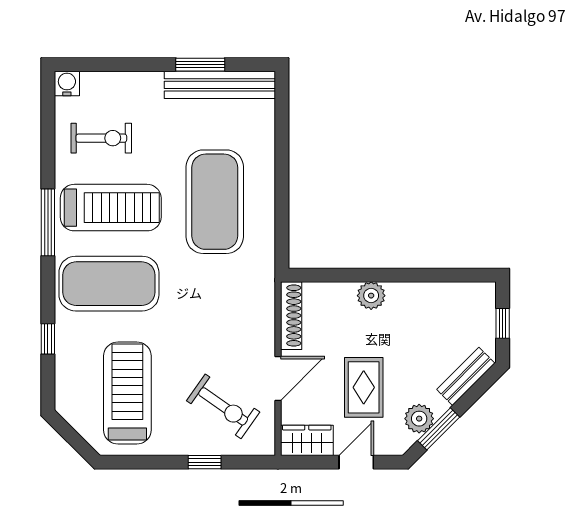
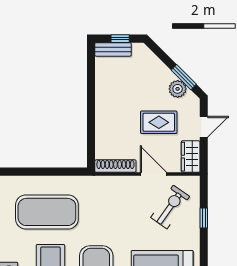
plant: (371, 296) -> (103, 118), removed
bench: (466, 376) -> (113, 49), moved, turned -45
door: (356, 462) -> (204, 127), swing flipped

